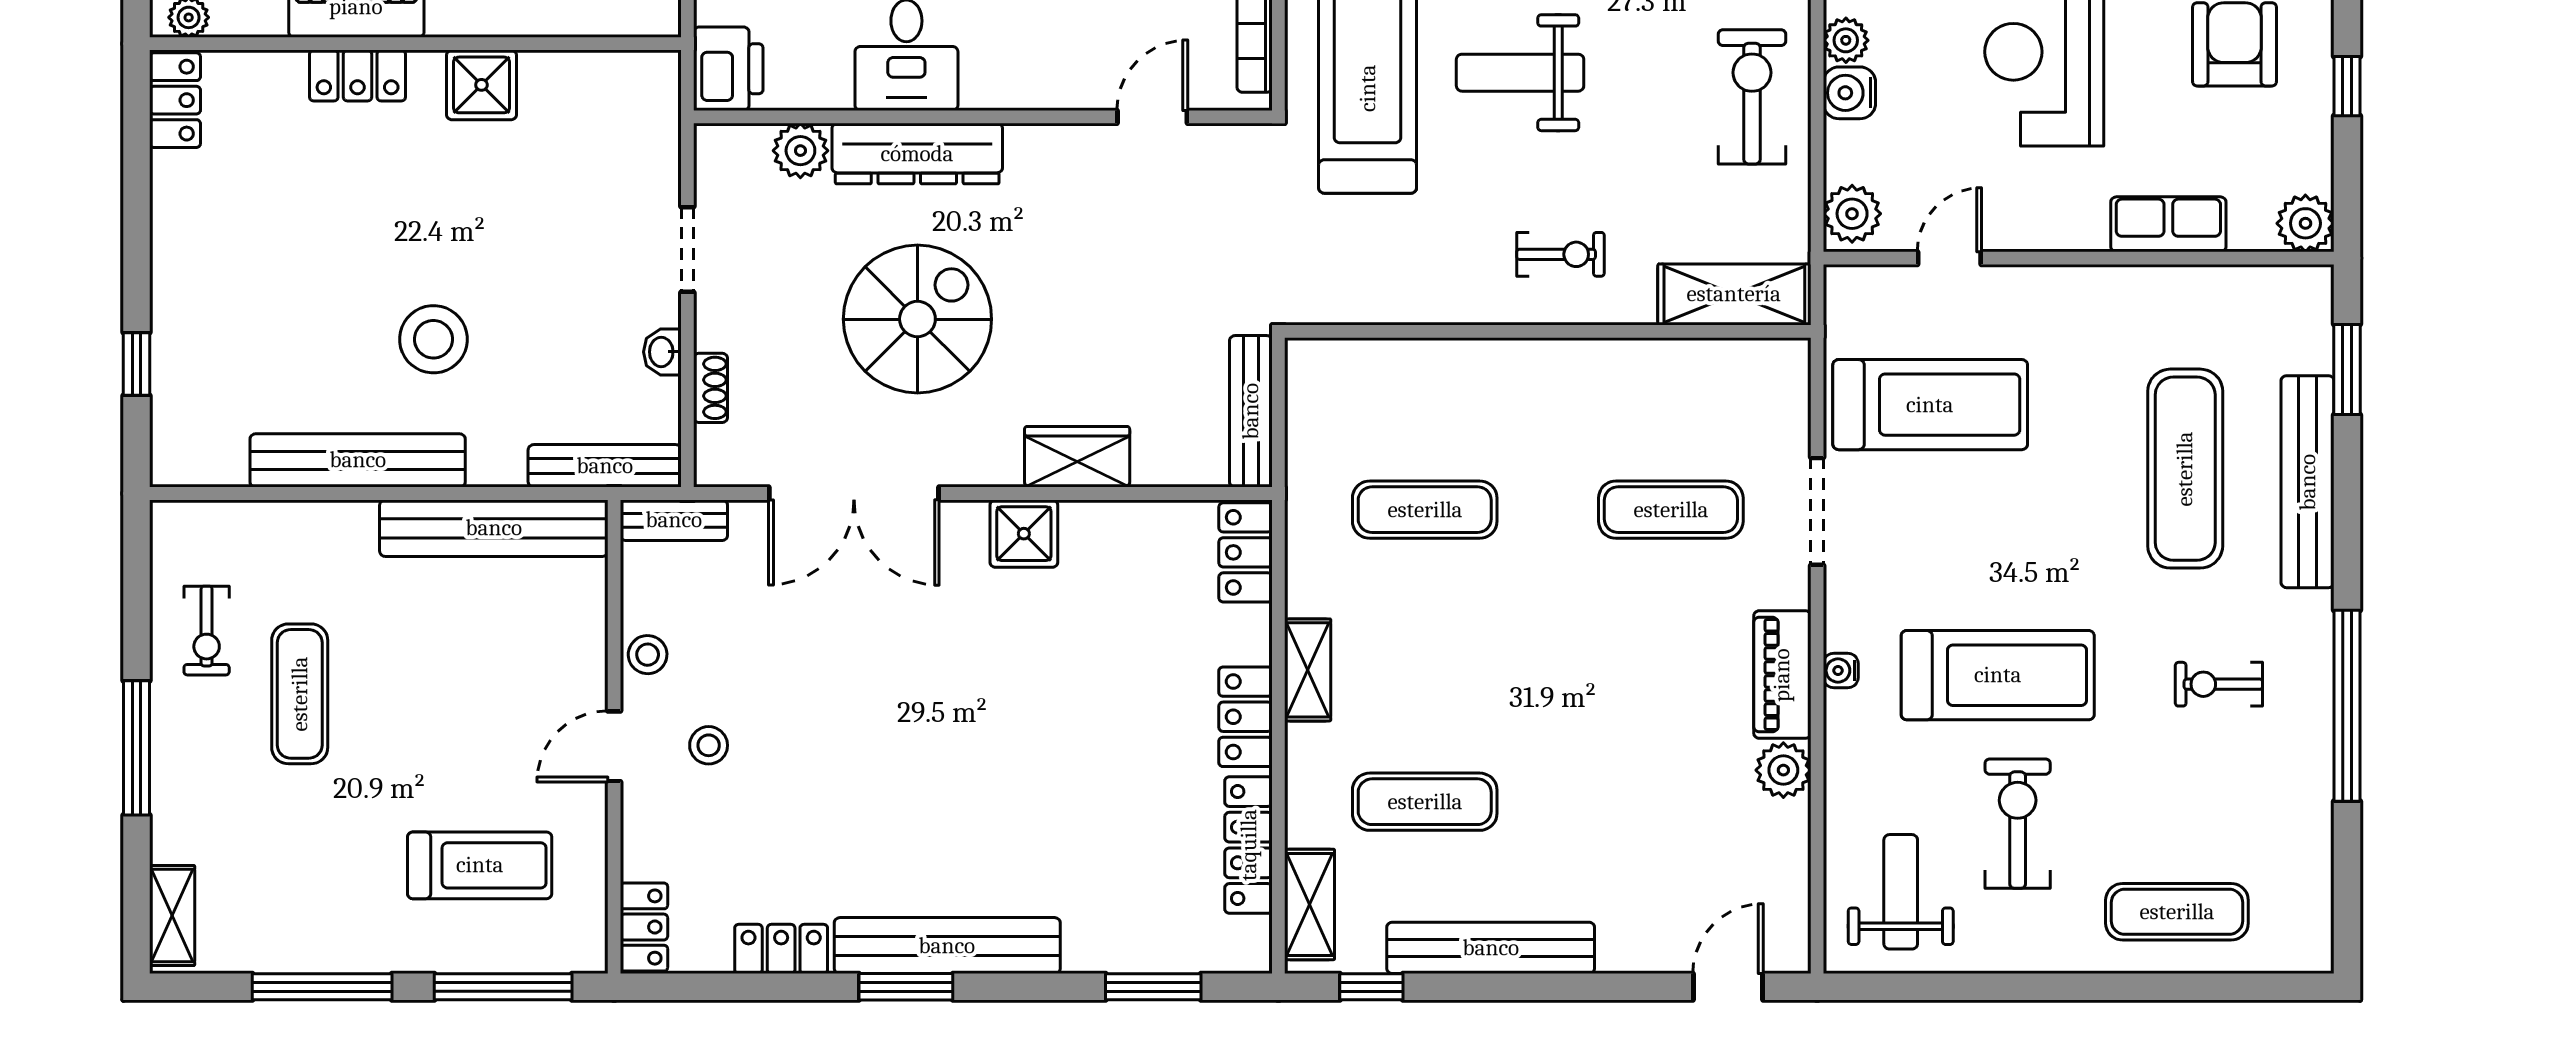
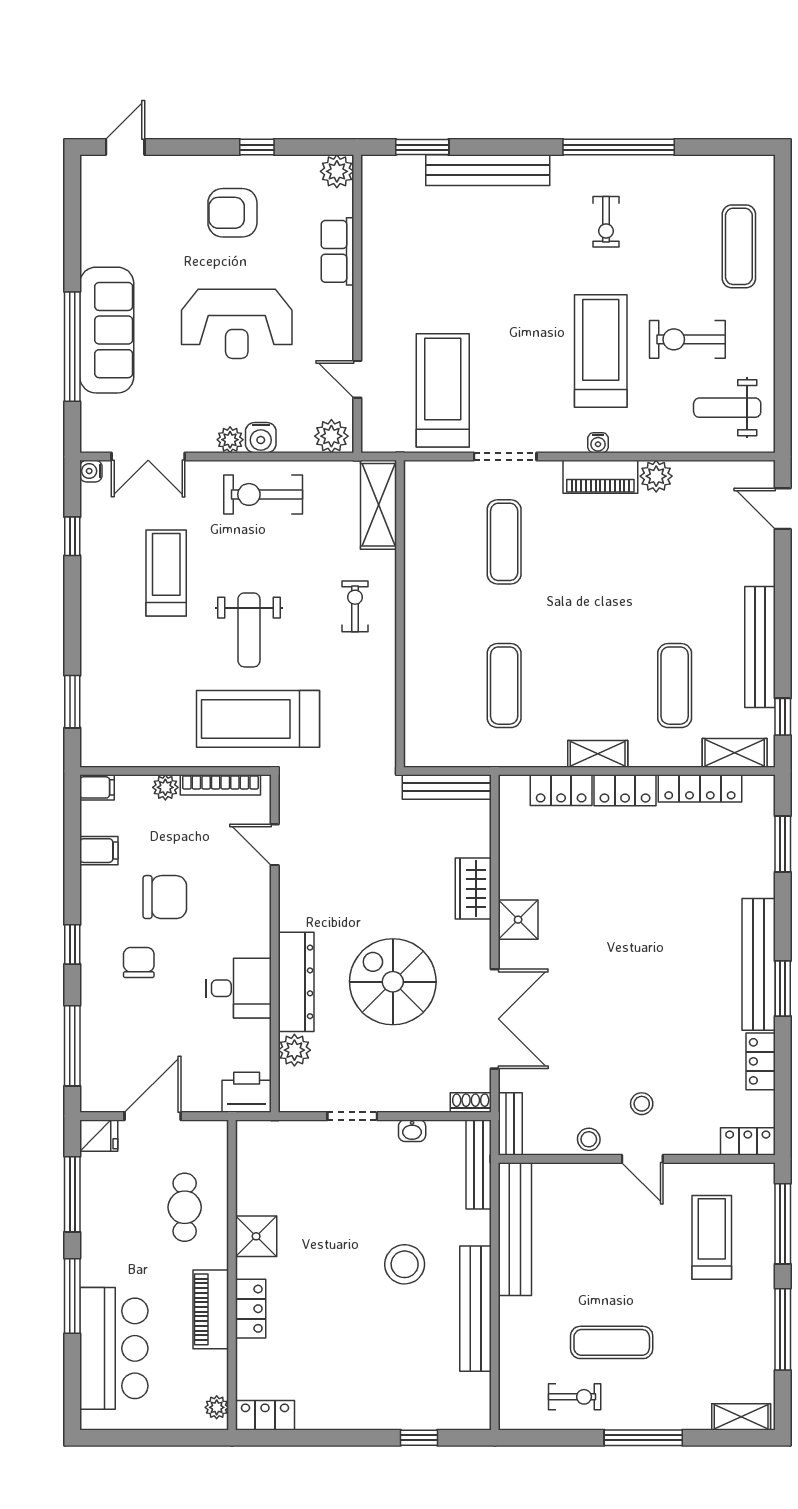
shoe rack: (711, 388) -> (471, 1103), moved
exercise mat: (2185, 469) -> (480, 242), removed
locker: (1246, 552) -> (561, 790), moved

